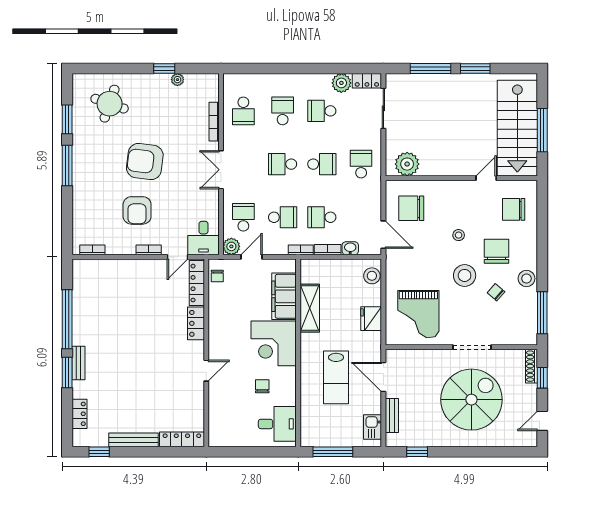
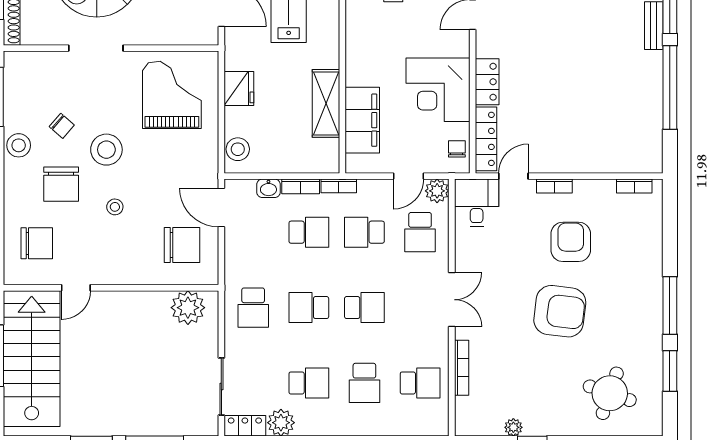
school desk: (243, 111) -> (420, 383), turned 90
corner desk: (274, 343) -> (438, 90), moved, turned 180

